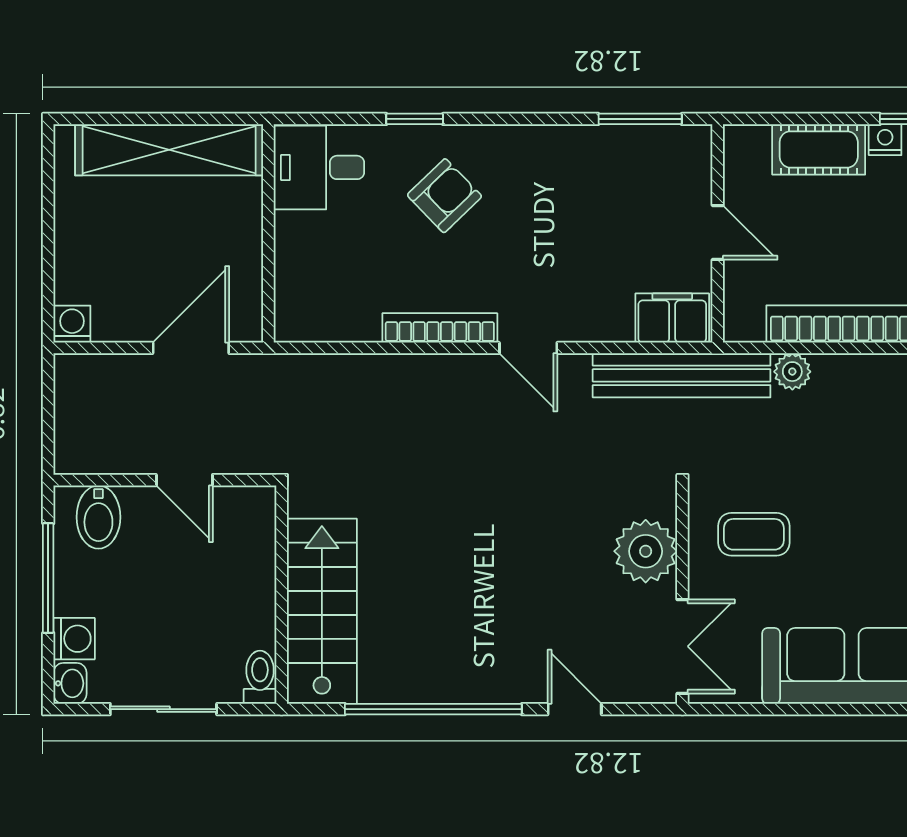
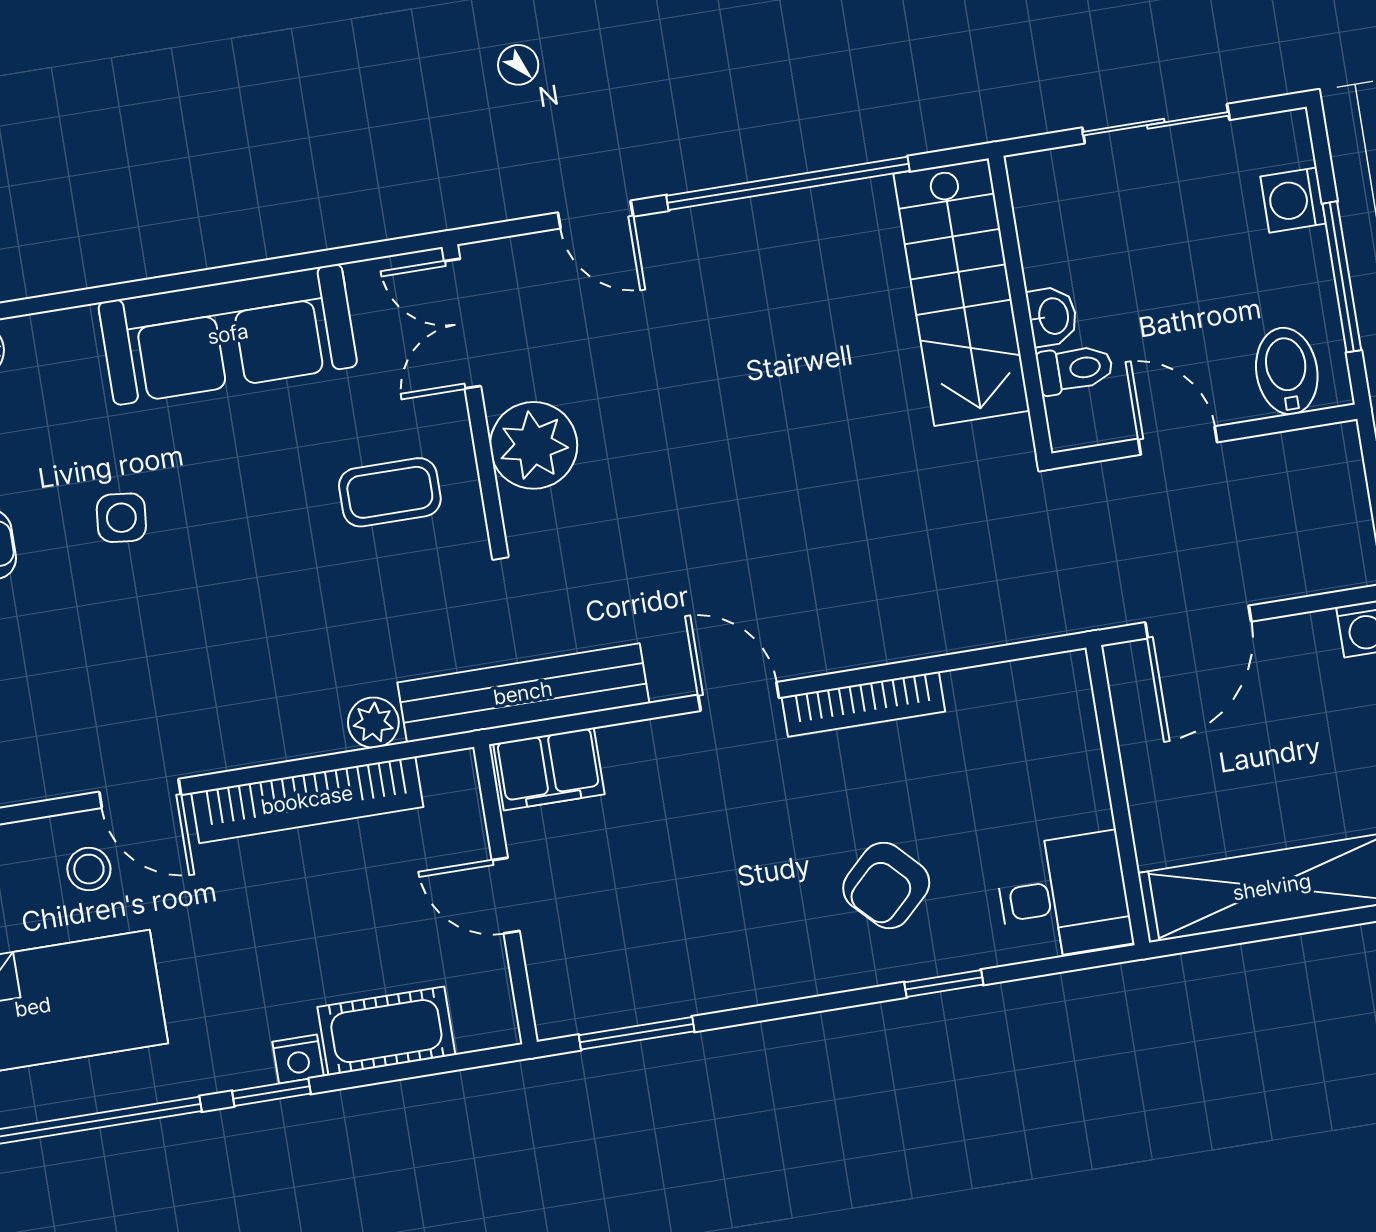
toilet: (260, 677) -> (1075, 369), moved, turned -90
washbasin: (70, 683) -> (1052, 316), moved, turned 180

